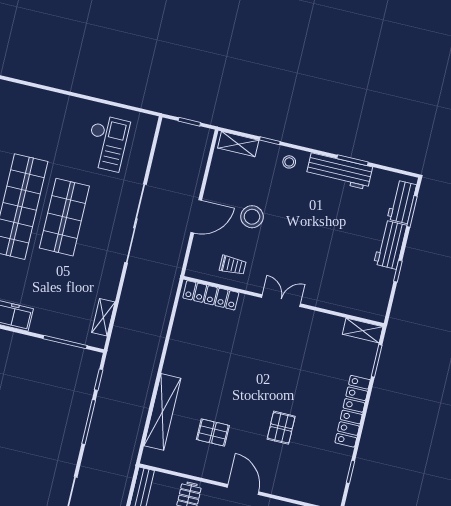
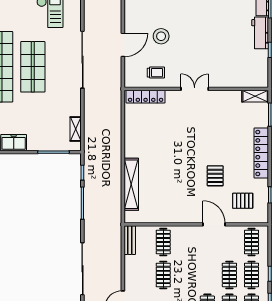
pallet: (213, 432) -> (243, 201), moved
door: (243, 490) -> (214, 224), moved

